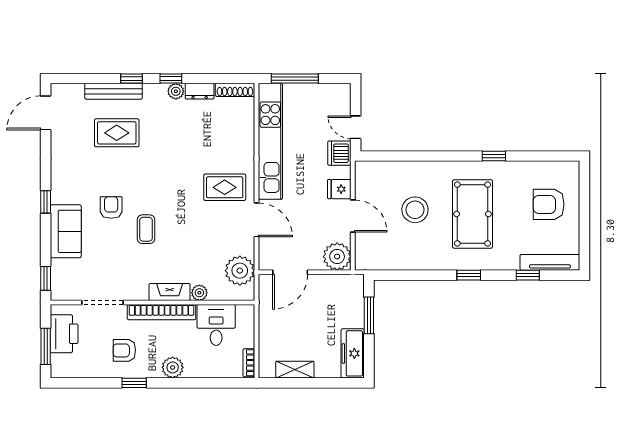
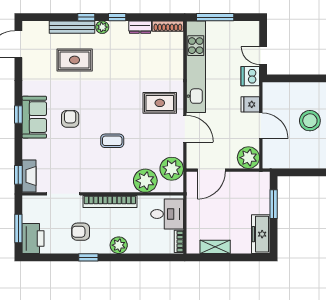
plant: (176, 91) -> (102, 27), moved
coffee table: (146, 229) -> (112, 141), moved, turned 90
sofa: (66, 231) -> (34, 117), moved
fireplace: (170, 292) -> (29, 176), moved, turned 90
plant: (199, 293) -> (145, 181), width x1.88, depth x1.88
desk: (216, 325) -> (167, 214), moved, turned 90
printer: (64, 334) -> (33, 239), moved

